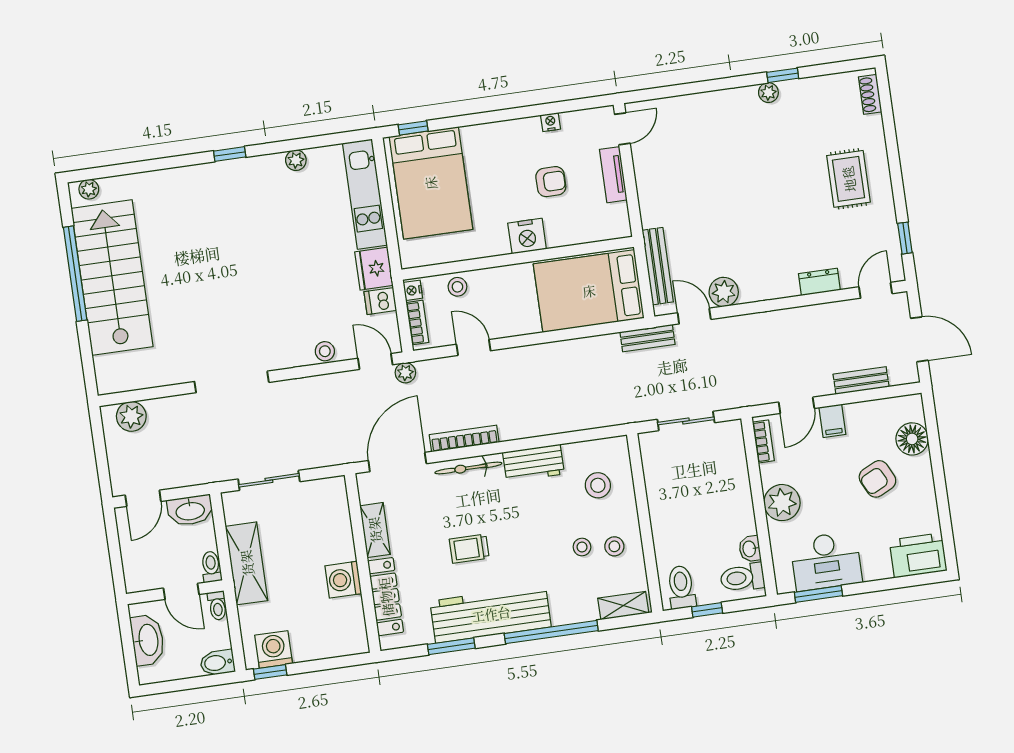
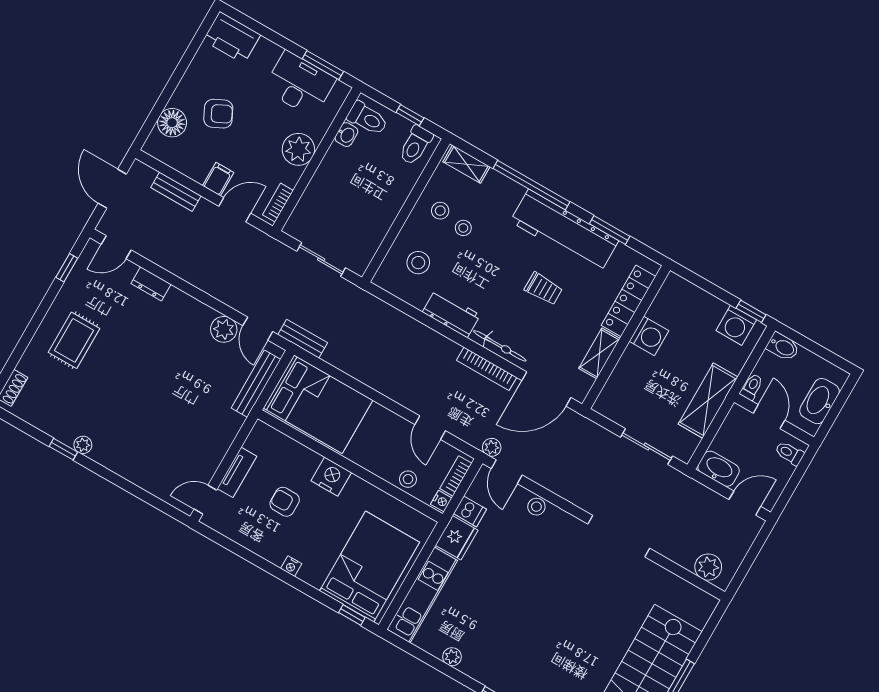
nightstand: (550, 122) -> (291, 566), moved
toilet: (211, 567) -> (789, 453), moved, turned 90

